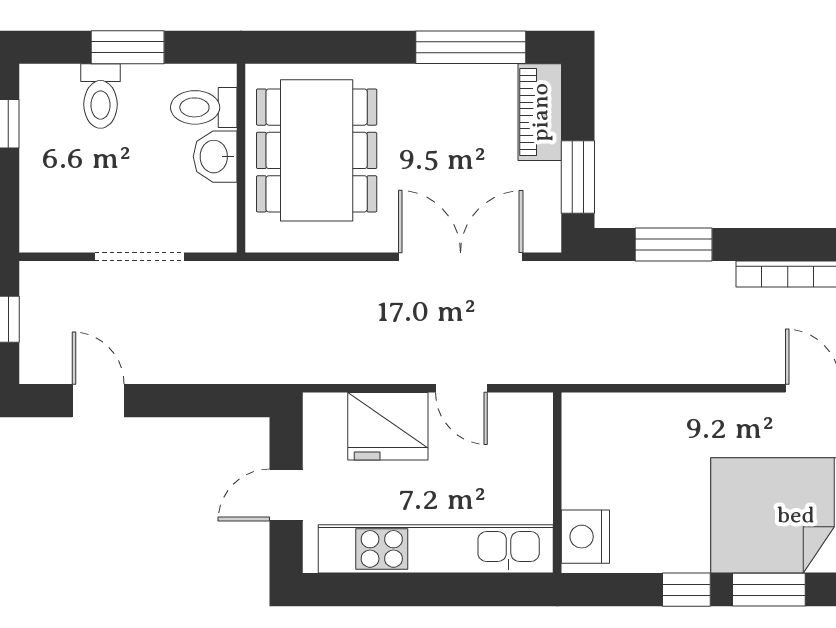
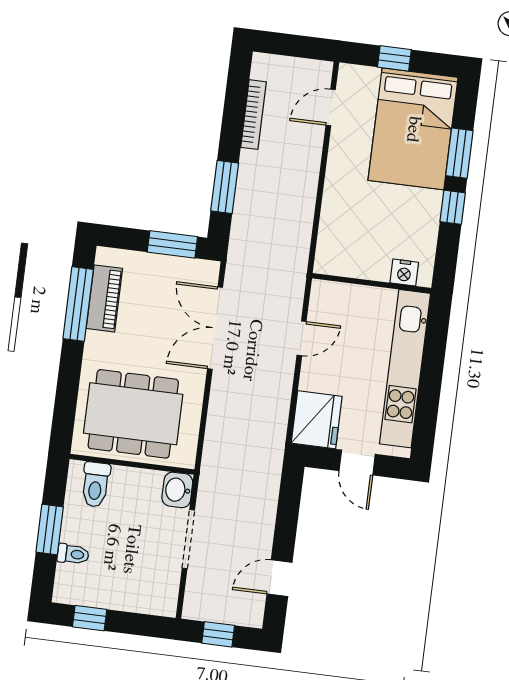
toilet: (100, 96) -> (73, 554), width x0.73, depth x0.72
piano: (540, 112) -> (104, 298), moved, turned -90
washbasin: (215, 157) -> (177, 490), moved, turned 90
fridge: (388, 426) -> (317, 420), moved
nightstand: (585, 537) -> (404, 273), width x0.74, depth x0.75

